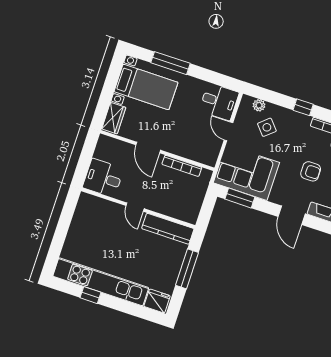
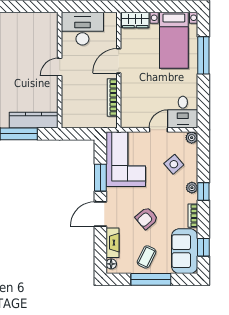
plant: (259, 105) -> (192, 138), moved
plant: (296, 117) -> (192, 188), added
armchair: (311, 171) -> (147, 218), turned 49
desk: (103, 178) -> (82, 29), width x1.37
window: (240, 198) -> (100, 178), moved
kitchen counter: (168, 229) -> (34, 120), moved, turned 90

